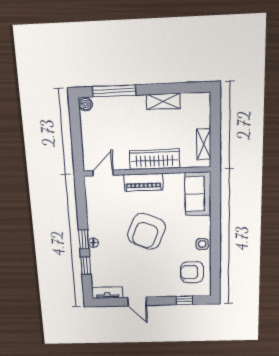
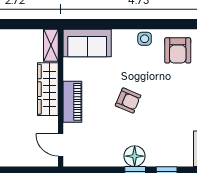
shelving: (204, 144) -> (51, 45), moved, turned 90
armchair: (147, 231) -> (128, 101), width x0.53, depth x0.53
floor lamp: (93, 243) -> (135, 156), width x1.89, depth x1.89

